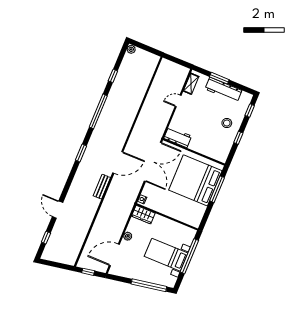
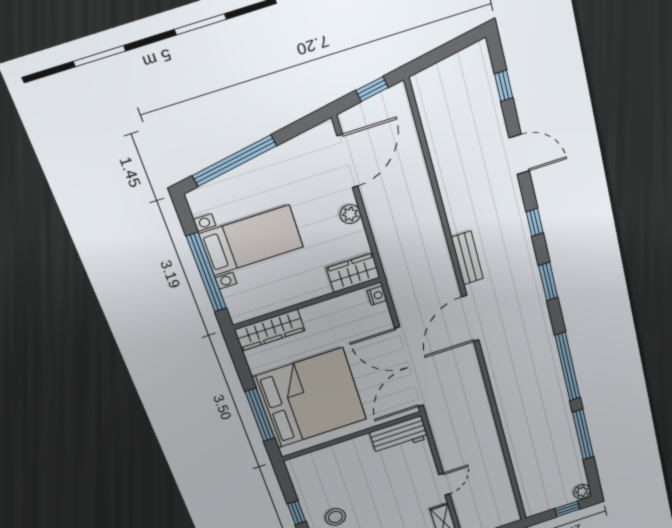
window: (142, 46) -> (567, 509), added
window: (113, 76) -> (583, 435), width x2.17
window: (70, 180) -> (535, 222), added
wardrobe: (187, 218) -> (270, 330), added

